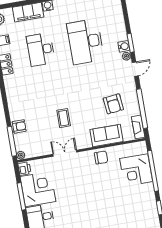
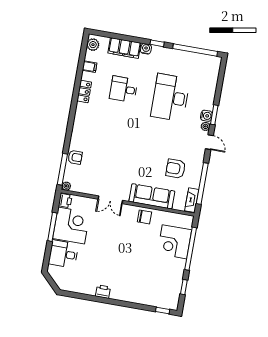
desk: (41, 49) -> (124, 89), width x0.73
door: (135, 69) -> (209, 142), hinge flipped
armchair: (113, 104) -> (176, 169), turned 96
coffee table: (64, 118) -> (122, 165), removed
sofa: (106, 136) -> (152, 196), width x1.36
double door: (65, 153) -> (110, 200), swing flipped

